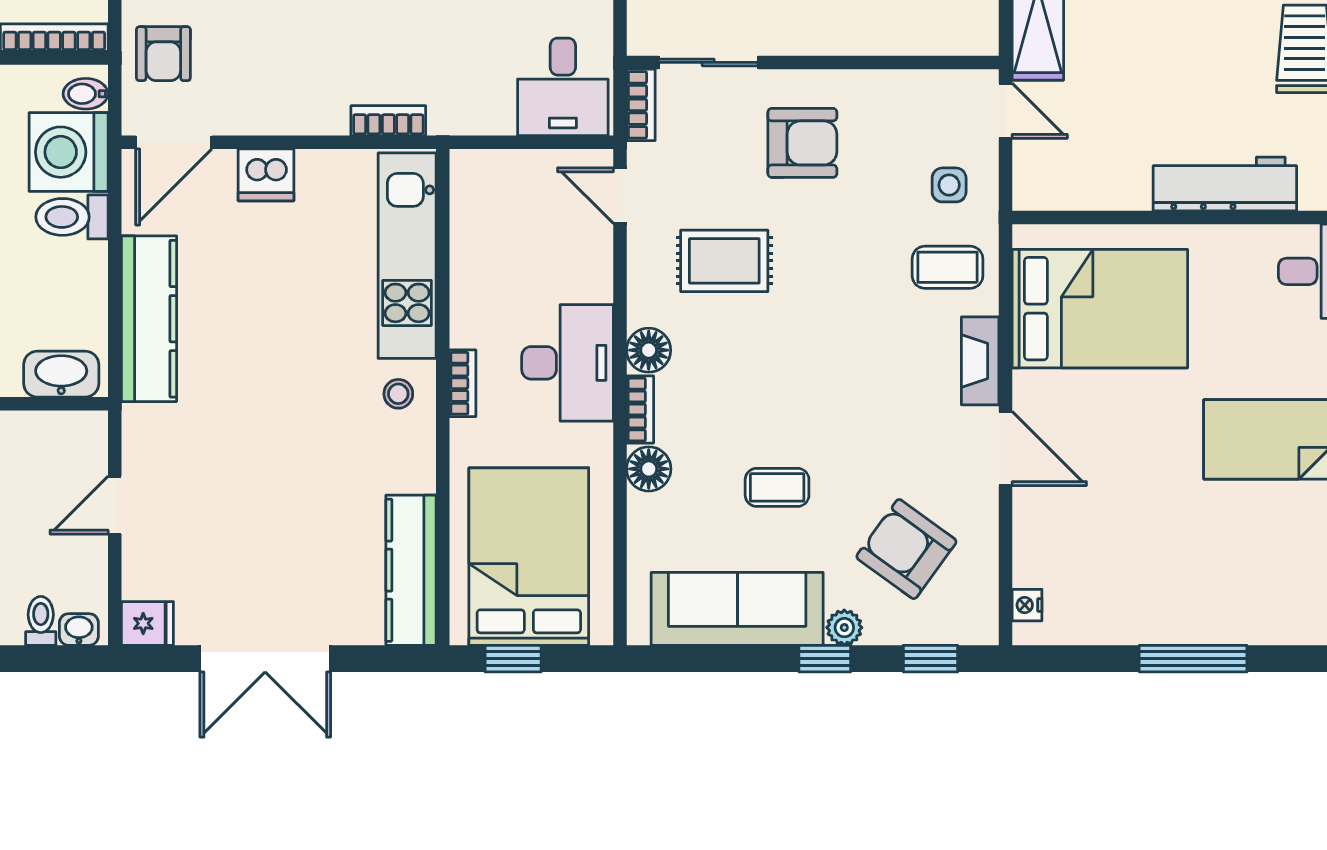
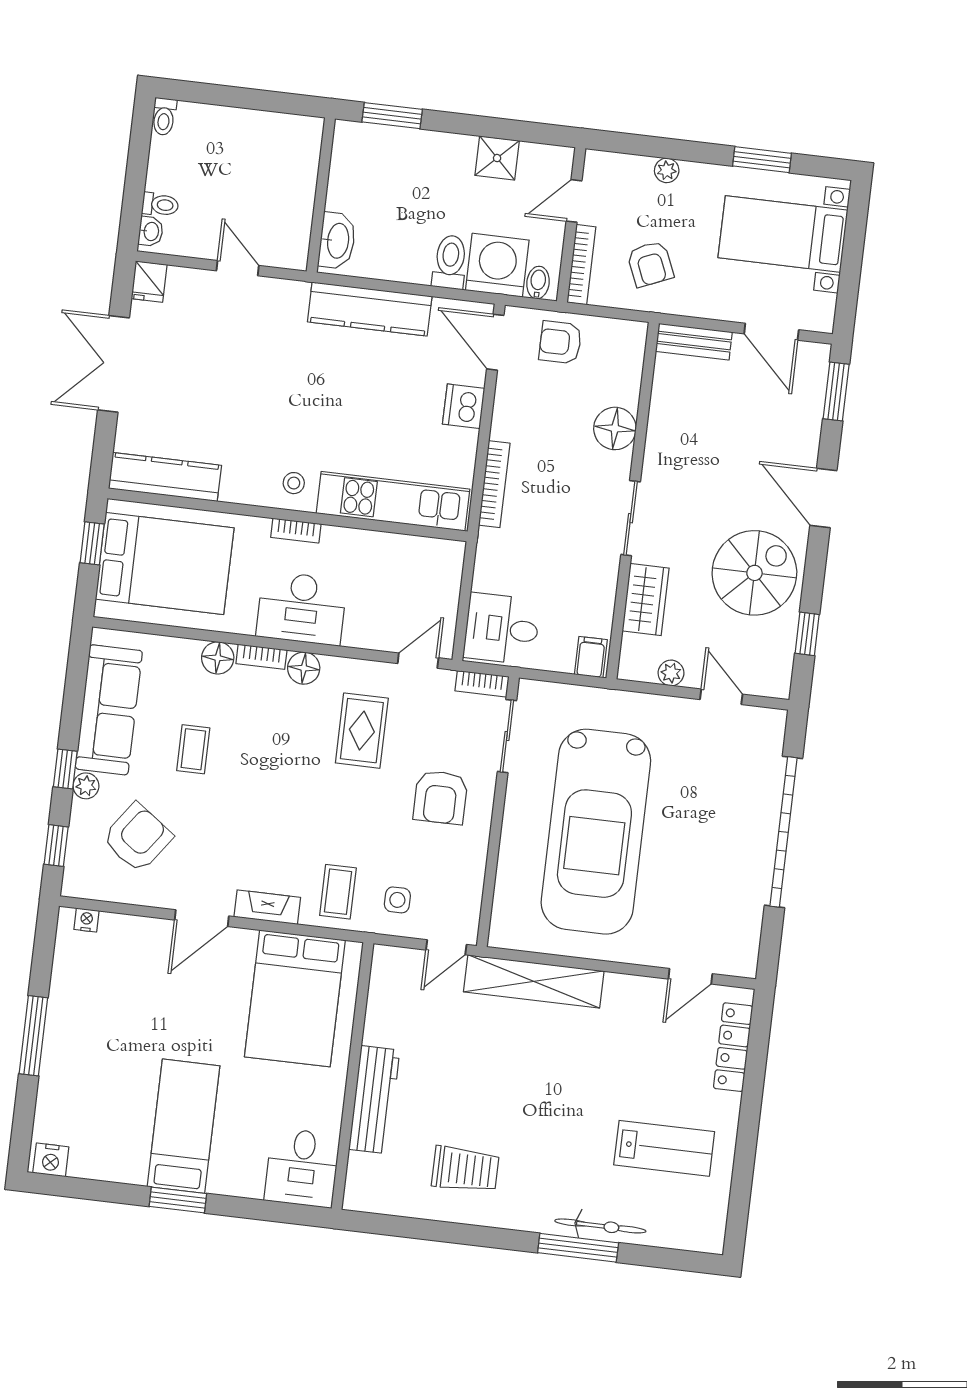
bookcase: (388, 121) -> (494, 484), width x1.56

